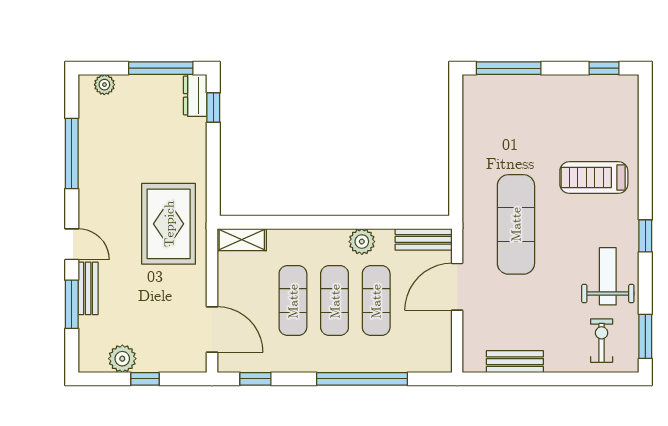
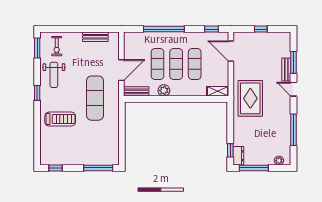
plant: (122, 359) -> (271, 38), removed

